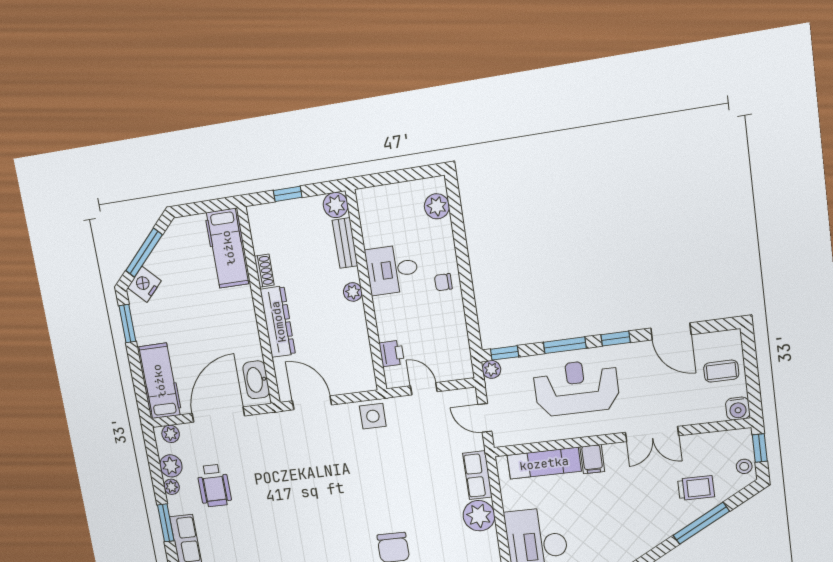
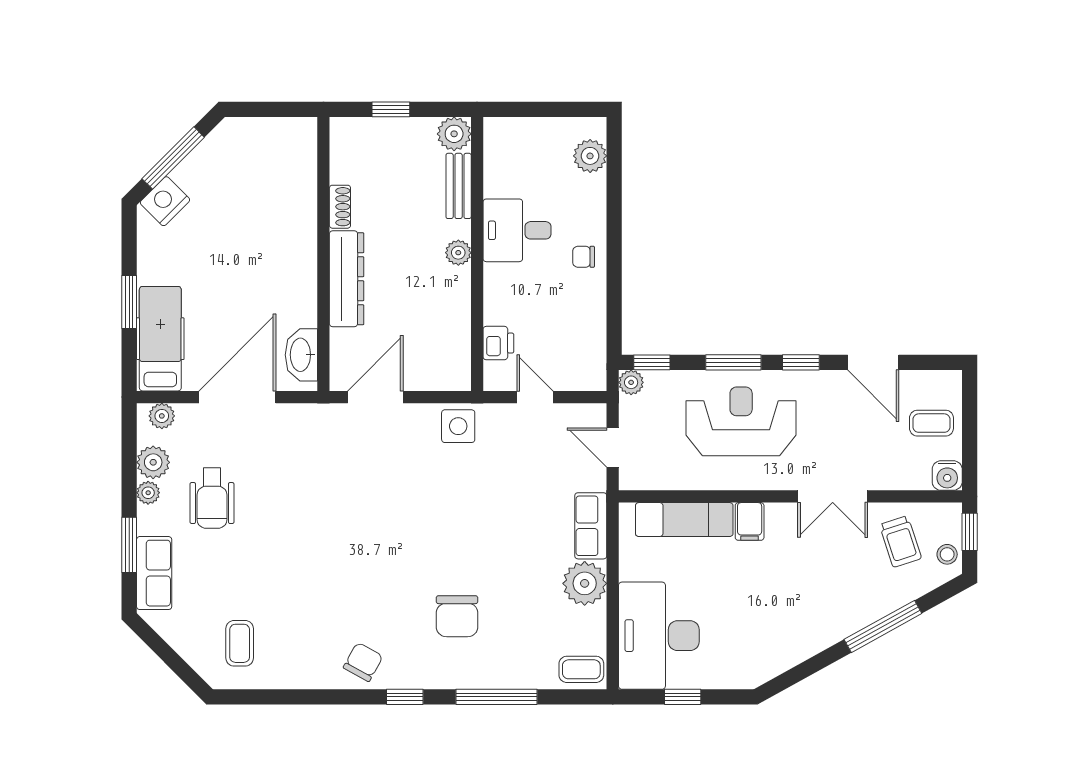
hospital bed: (228, 248) -> (294, 169), removed
window: (127, 324) -> (129, 302), moved
door: (312, 403) -> (375, 397), hinge flipped
trolley: (696, 488) -> (900, 542), moved, turned 72

